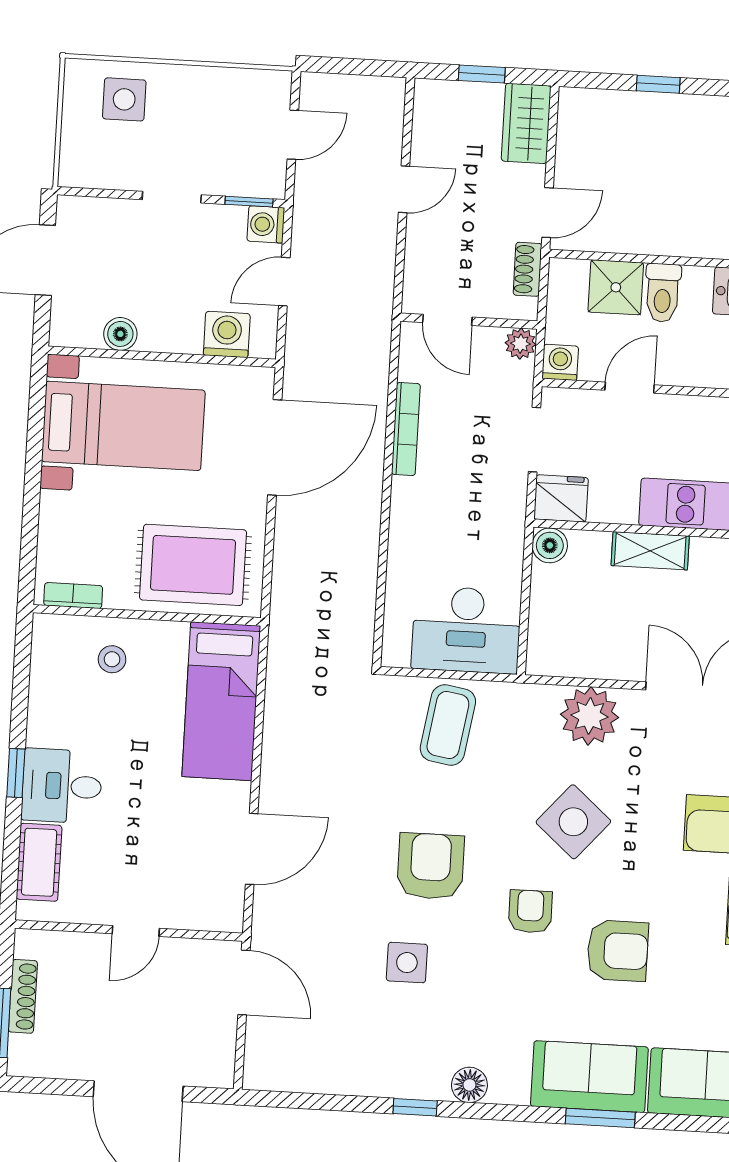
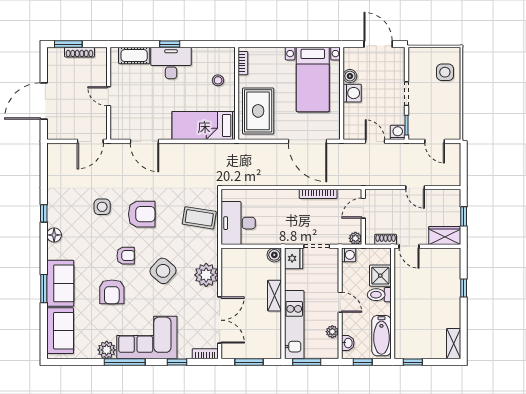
washing machine: (227, 334) -> (352, 93), moved
door: (630, 388) -> (340, 302), moved
desk: (62, 786) -> (171, 63), width x1.37

